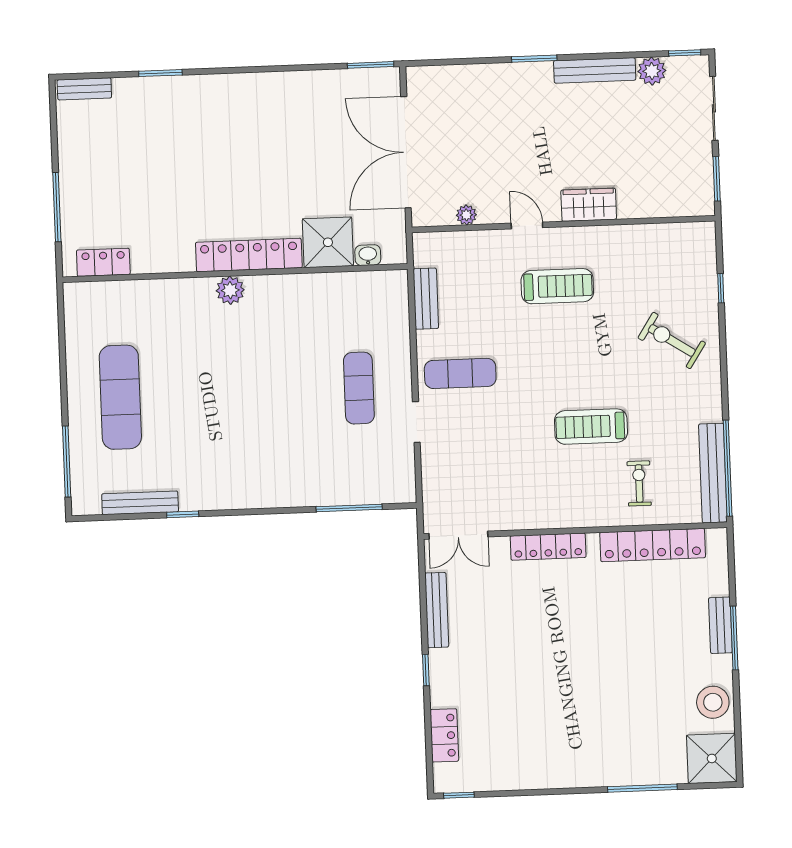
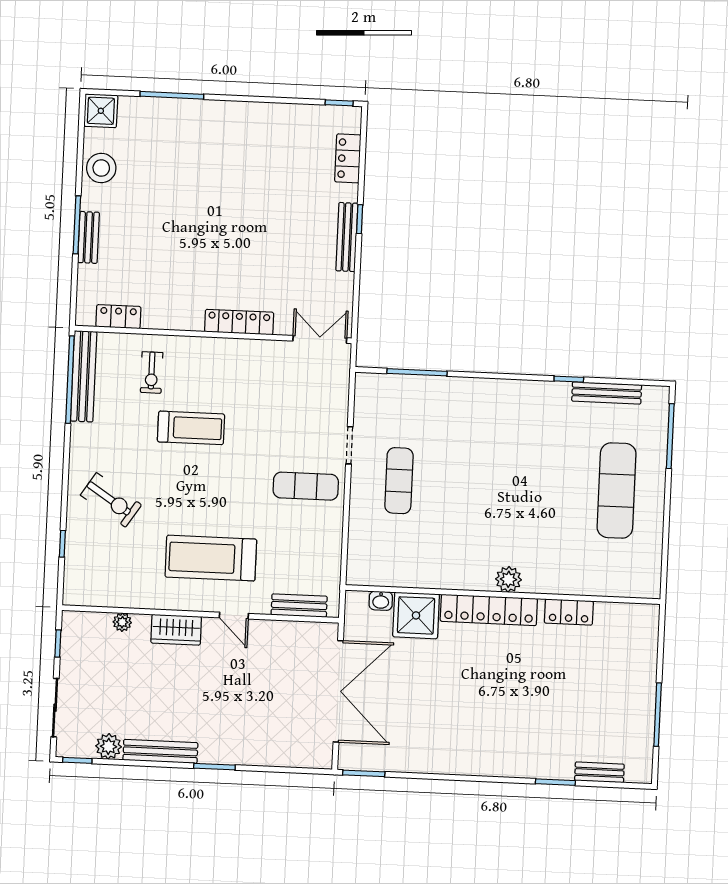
bench: (84, 89) -> (599, 772), moved
window: (717, 179) -> (58, 644), width x0.67
window: (57, 207) -> (658, 715), moved
plant: (466, 215) -> (122, 622), moved
locker: (103, 262) -> (569, 612), moved
treadmill: (557, 286) -> (211, 558), width x1.37, depth x1.38
bench: (426, 299) -> (299, 606), moved, turned 90
locker: (653, 545) -> (118, 317), width x0.46, depth x0.83
bench: (437, 610) -> (347, 237), moved
shower: (712, 758) -> (101, 111), width x0.73, depth x0.73

